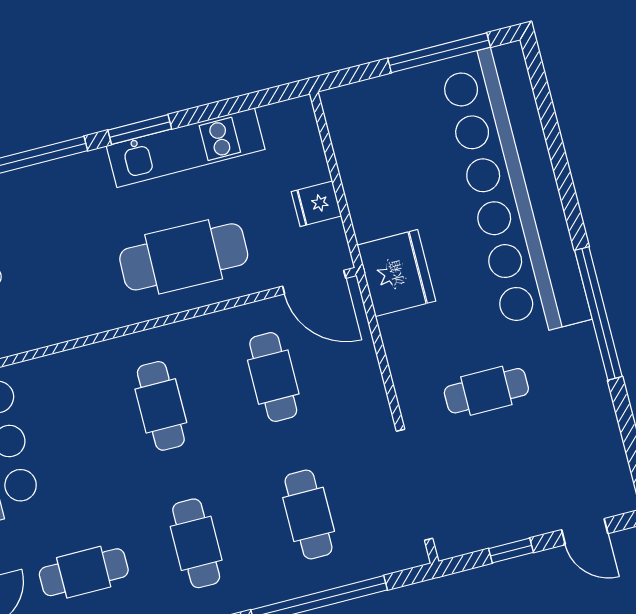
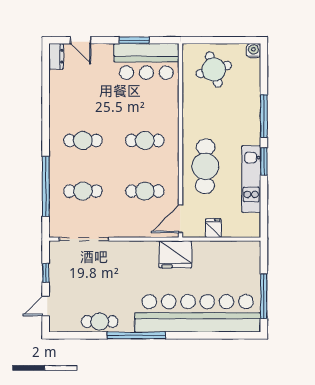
cafe table: (486, 391) -> (100, 322), moved, turned 90
cafe table: (84, 572) -> (83, 90), removed

